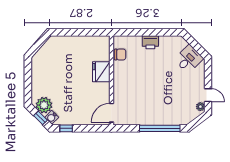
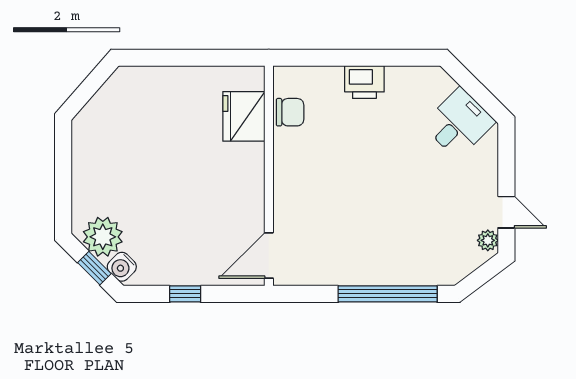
fridge: (101, 72) -> (244, 116), moved
window: (66, 128) -> (185, 294), moved

